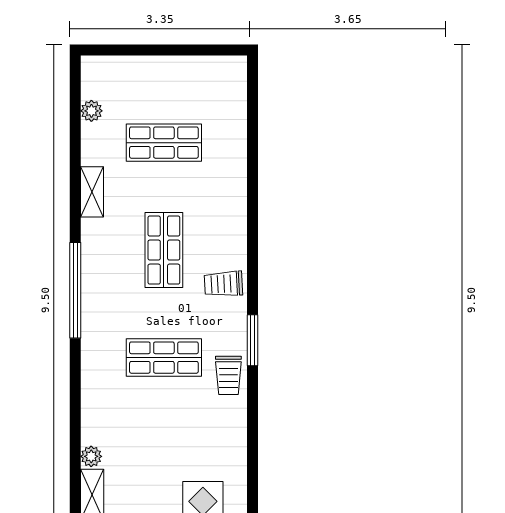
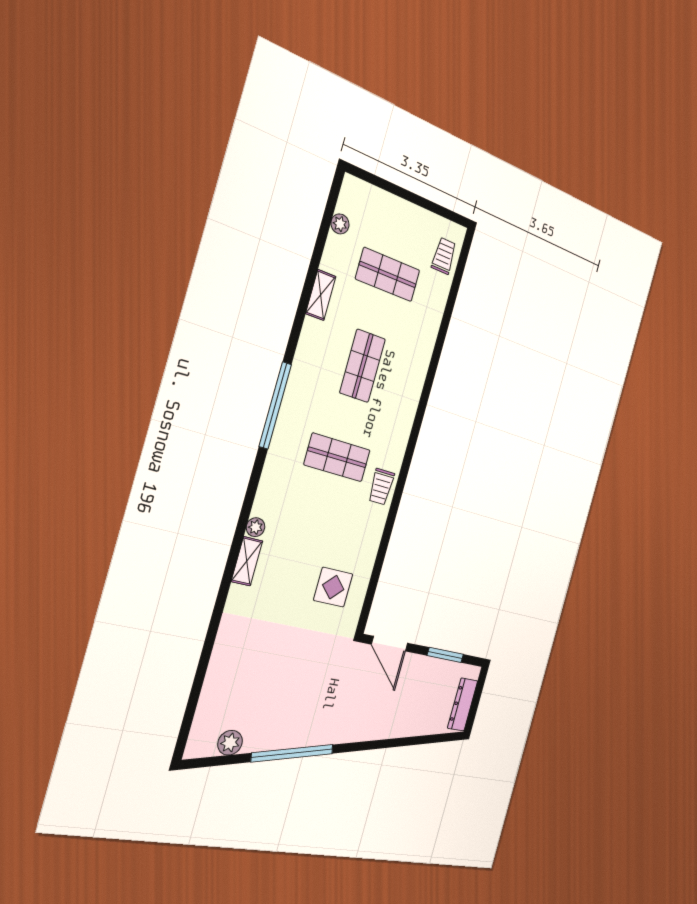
trolley: (223, 284) -> (444, 256), moved, turned 93
window: (75, 290) -> (275, 405), moved
window: (252, 340) -> (407, 463), removed

